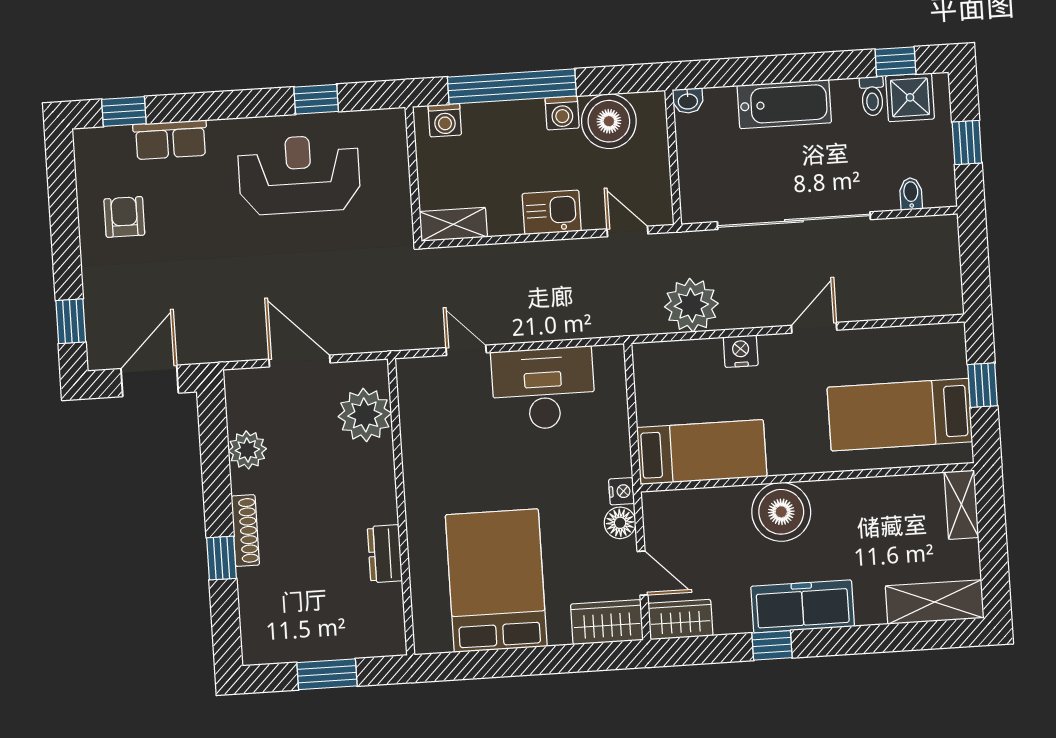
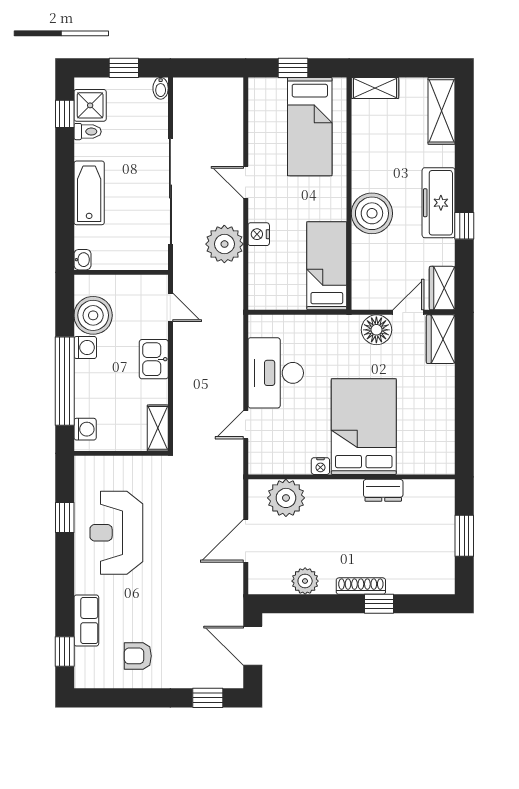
bidet: (911, 194) -> (161, 88), moved, turned -90
door: (628, 231) -> (170, 307), swing flipped
plant: (691, 305) -> (224, 244), moved
nightstand: (622, 491) -> (320, 466), moved, turned 180
floor lamp: (620, 523) -> (376, 330), width x1.38, depth x1.38
bed: (496, 581) -> (364, 427), moved, turned 90

